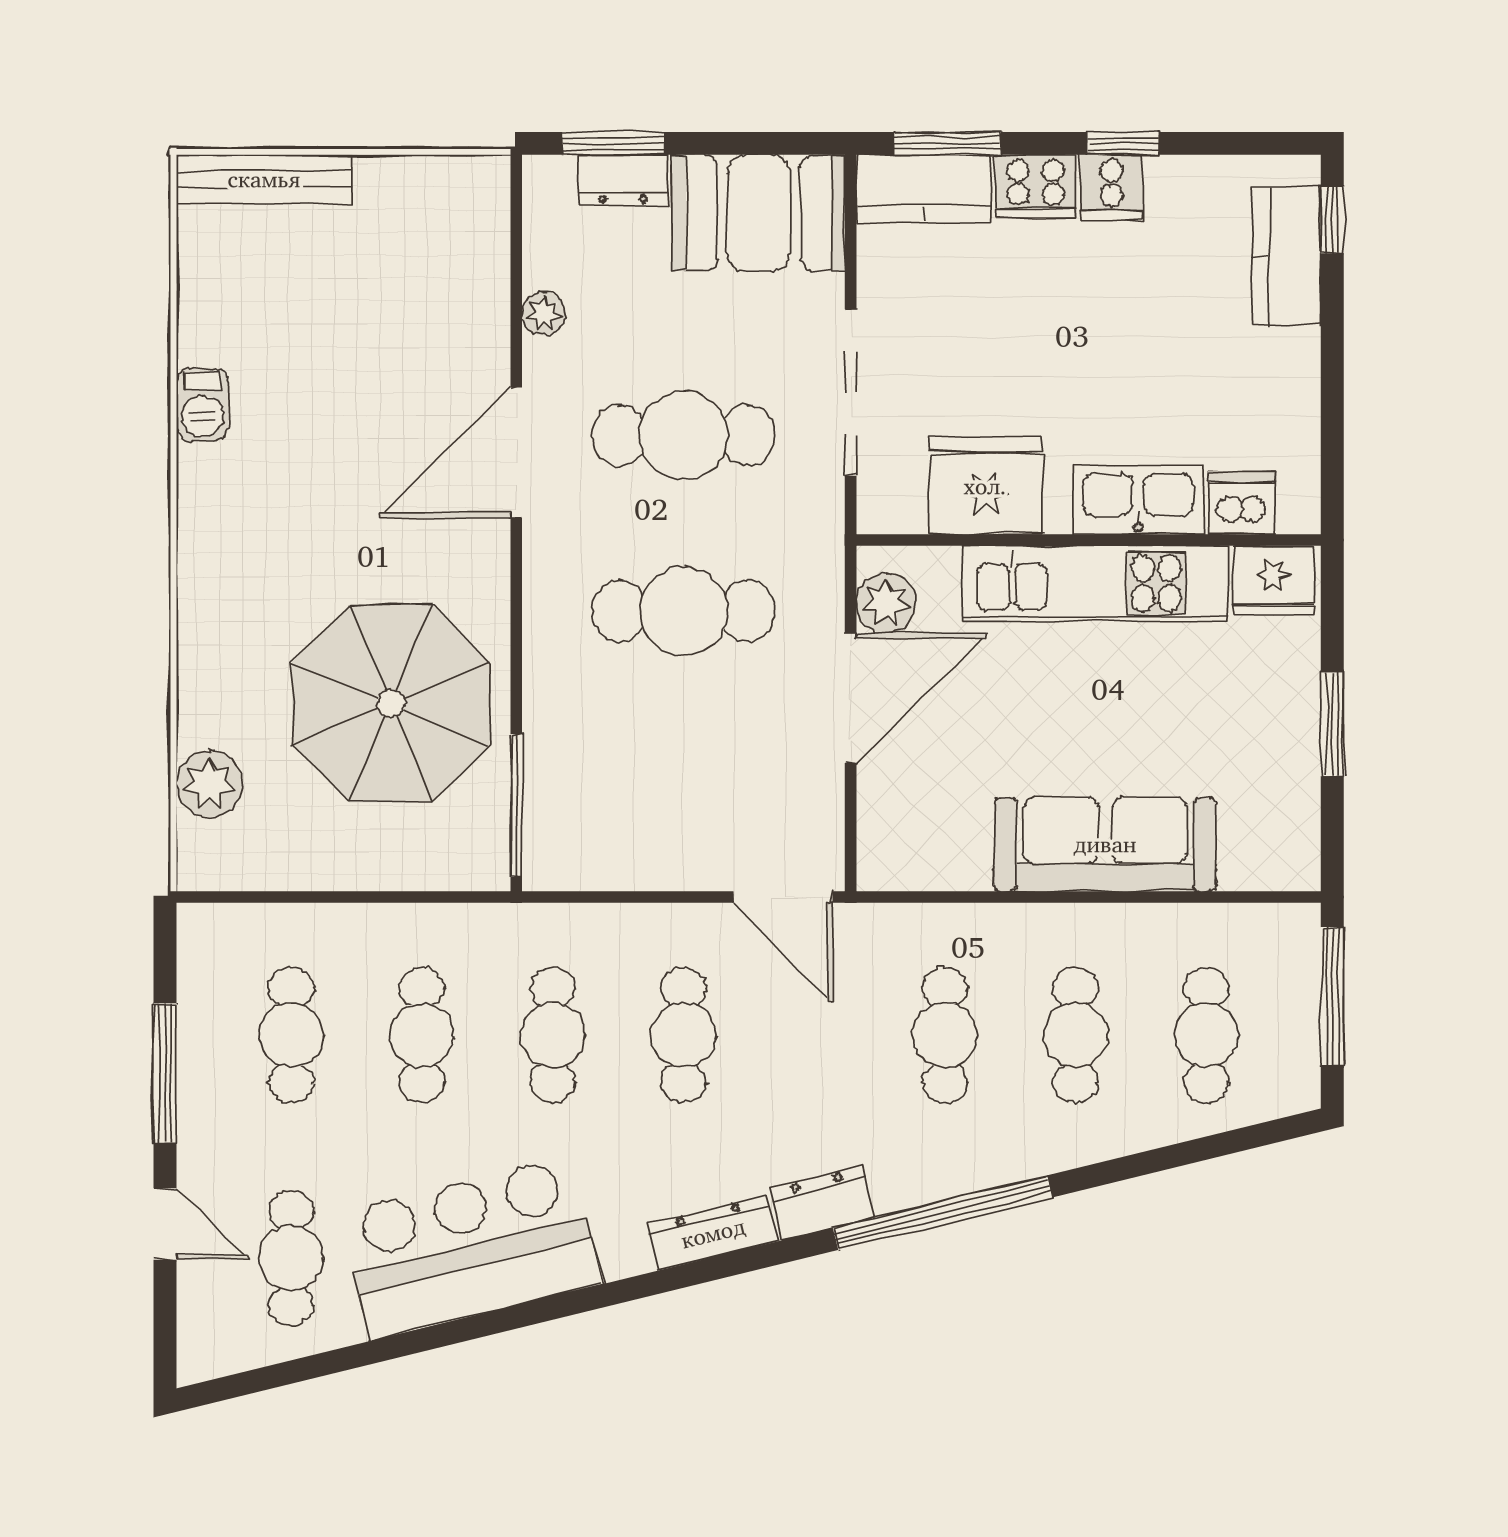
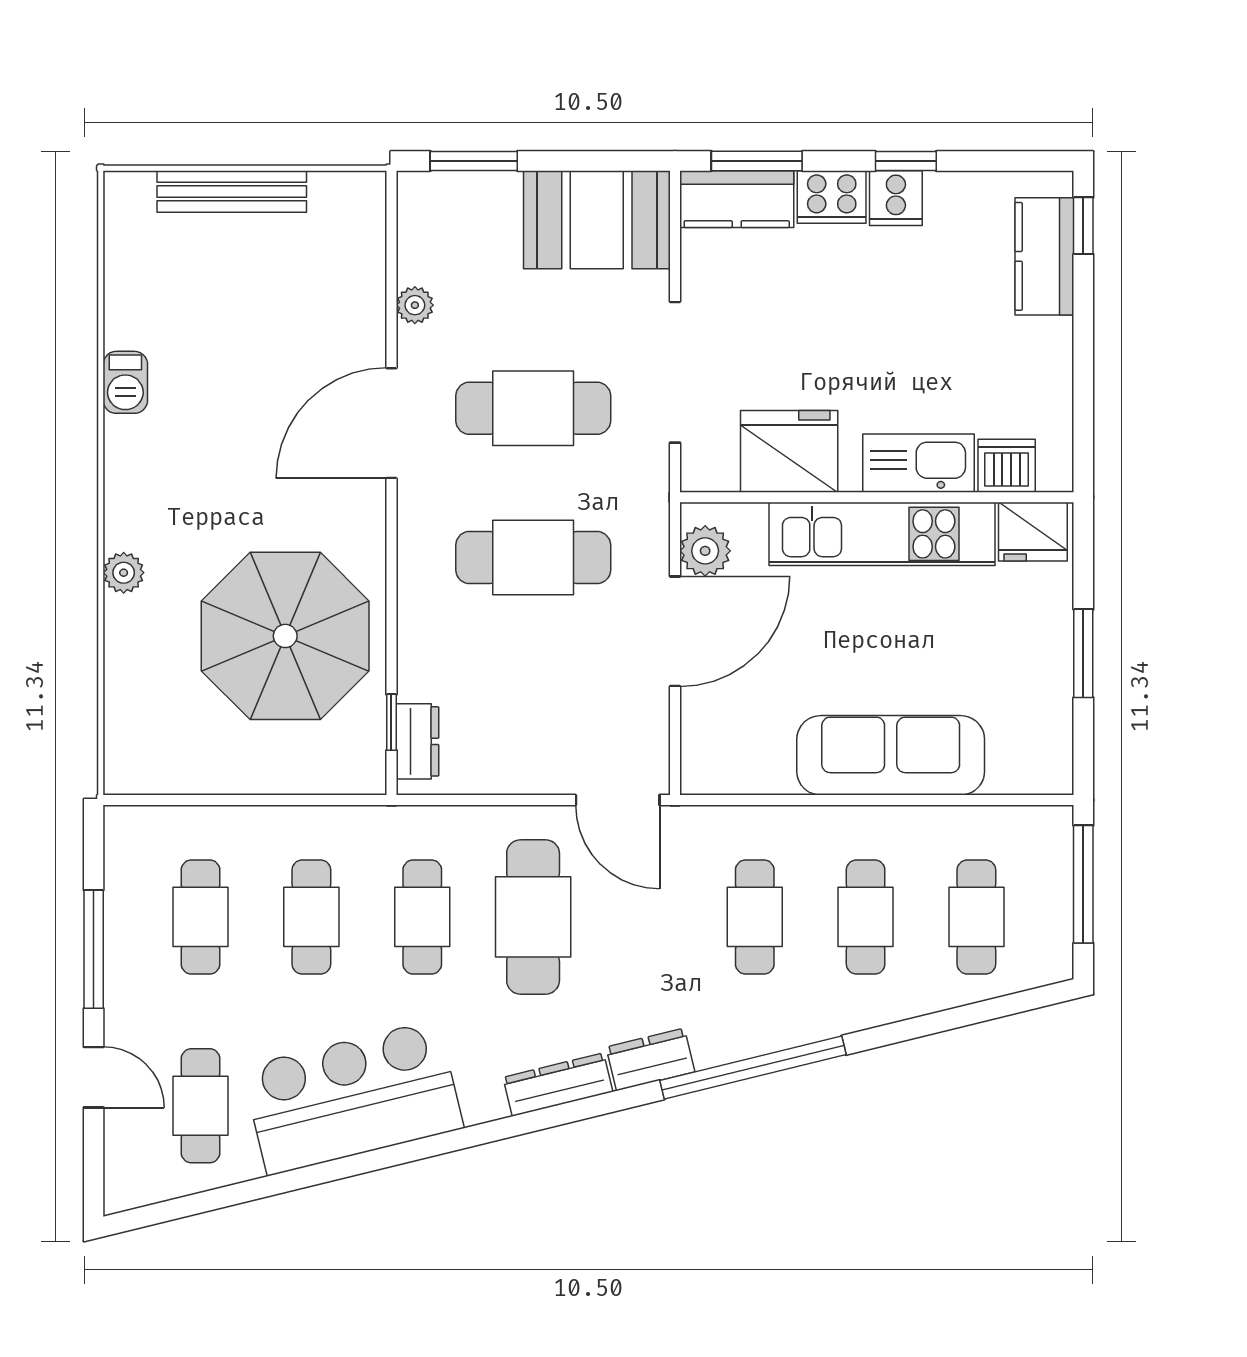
bench: (264, 179) -> (232, 192), moved
dresser: (623, 180) -> (418, 741), moved, turned -90
plant: (209, 784) -> (124, 573), moved, width x0.73, depth x0.73
window: (516, 805) -> (391, 722), width x0.46
cafe table: (683, 1035) -> (533, 917), width x1.37, depth x1.35

